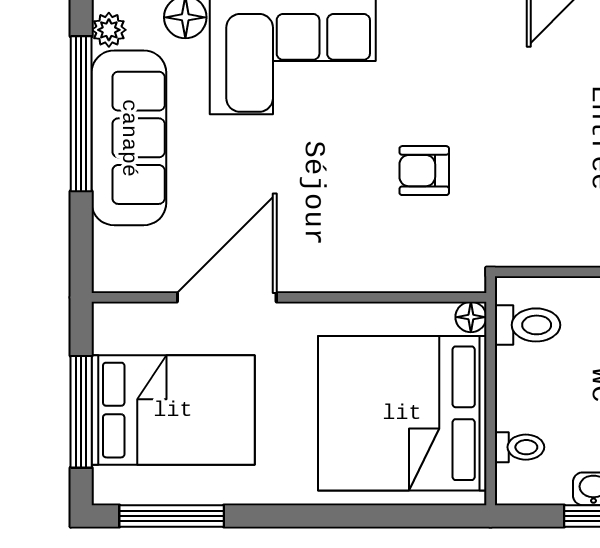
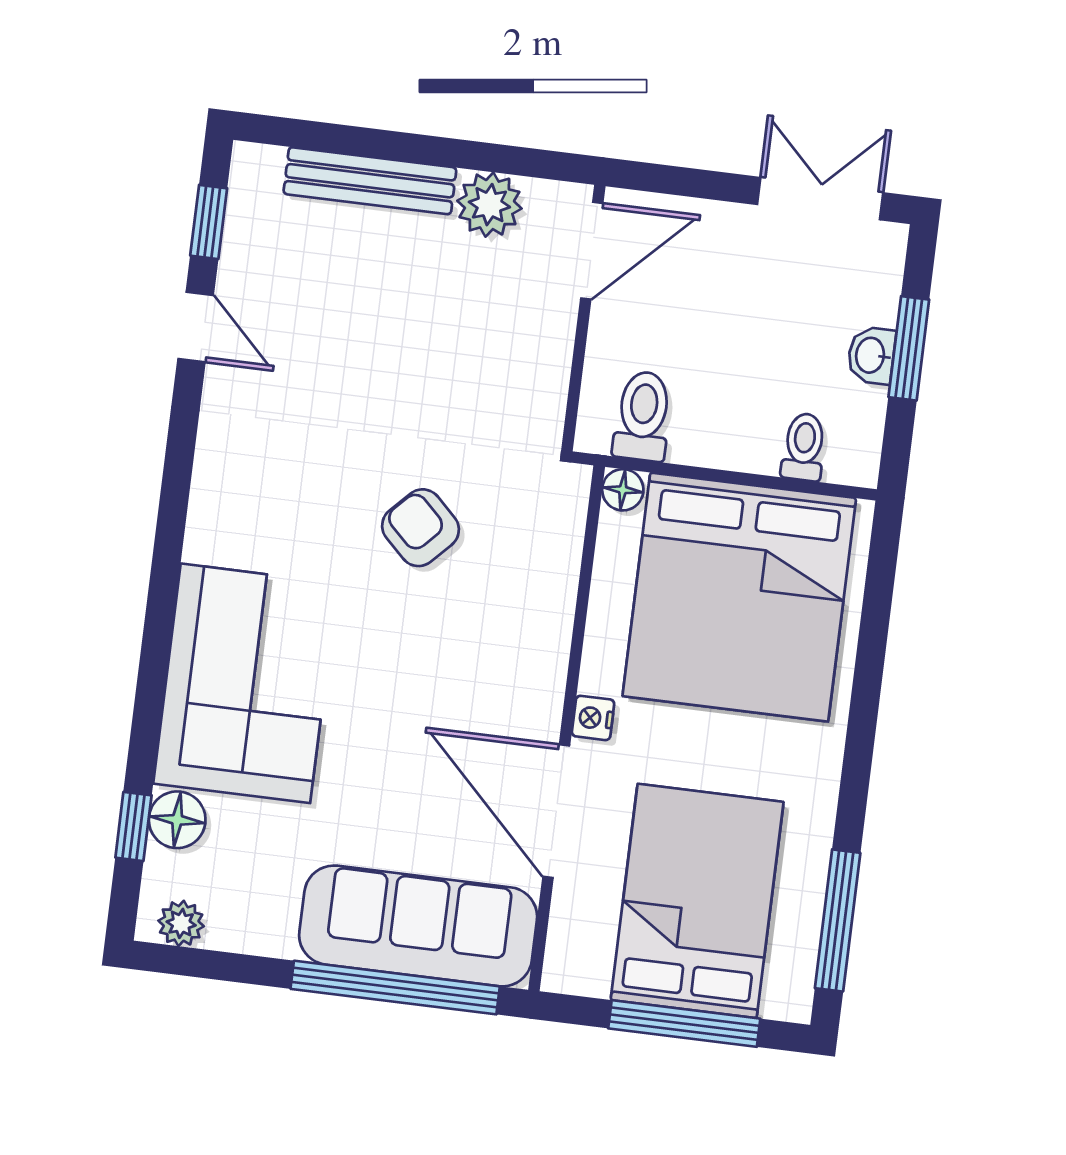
window: (81, 114) -> (395, 988), moved
sofa: (129, 138) -> (418, 926), moved
armchair: (424, 171) -> (420, 528), turned 134
nightstand: (299, 316) -> (593, 718), added

